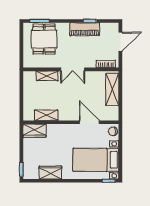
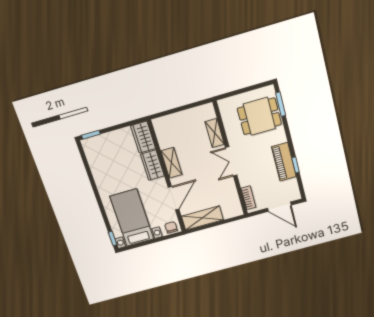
shelving: (112, 89) -> (202, 218), moved
shelving: (46, 115) -> (171, 163), moved
wardrobe: (50, 173) -> (152, 165), moved, turned 180

